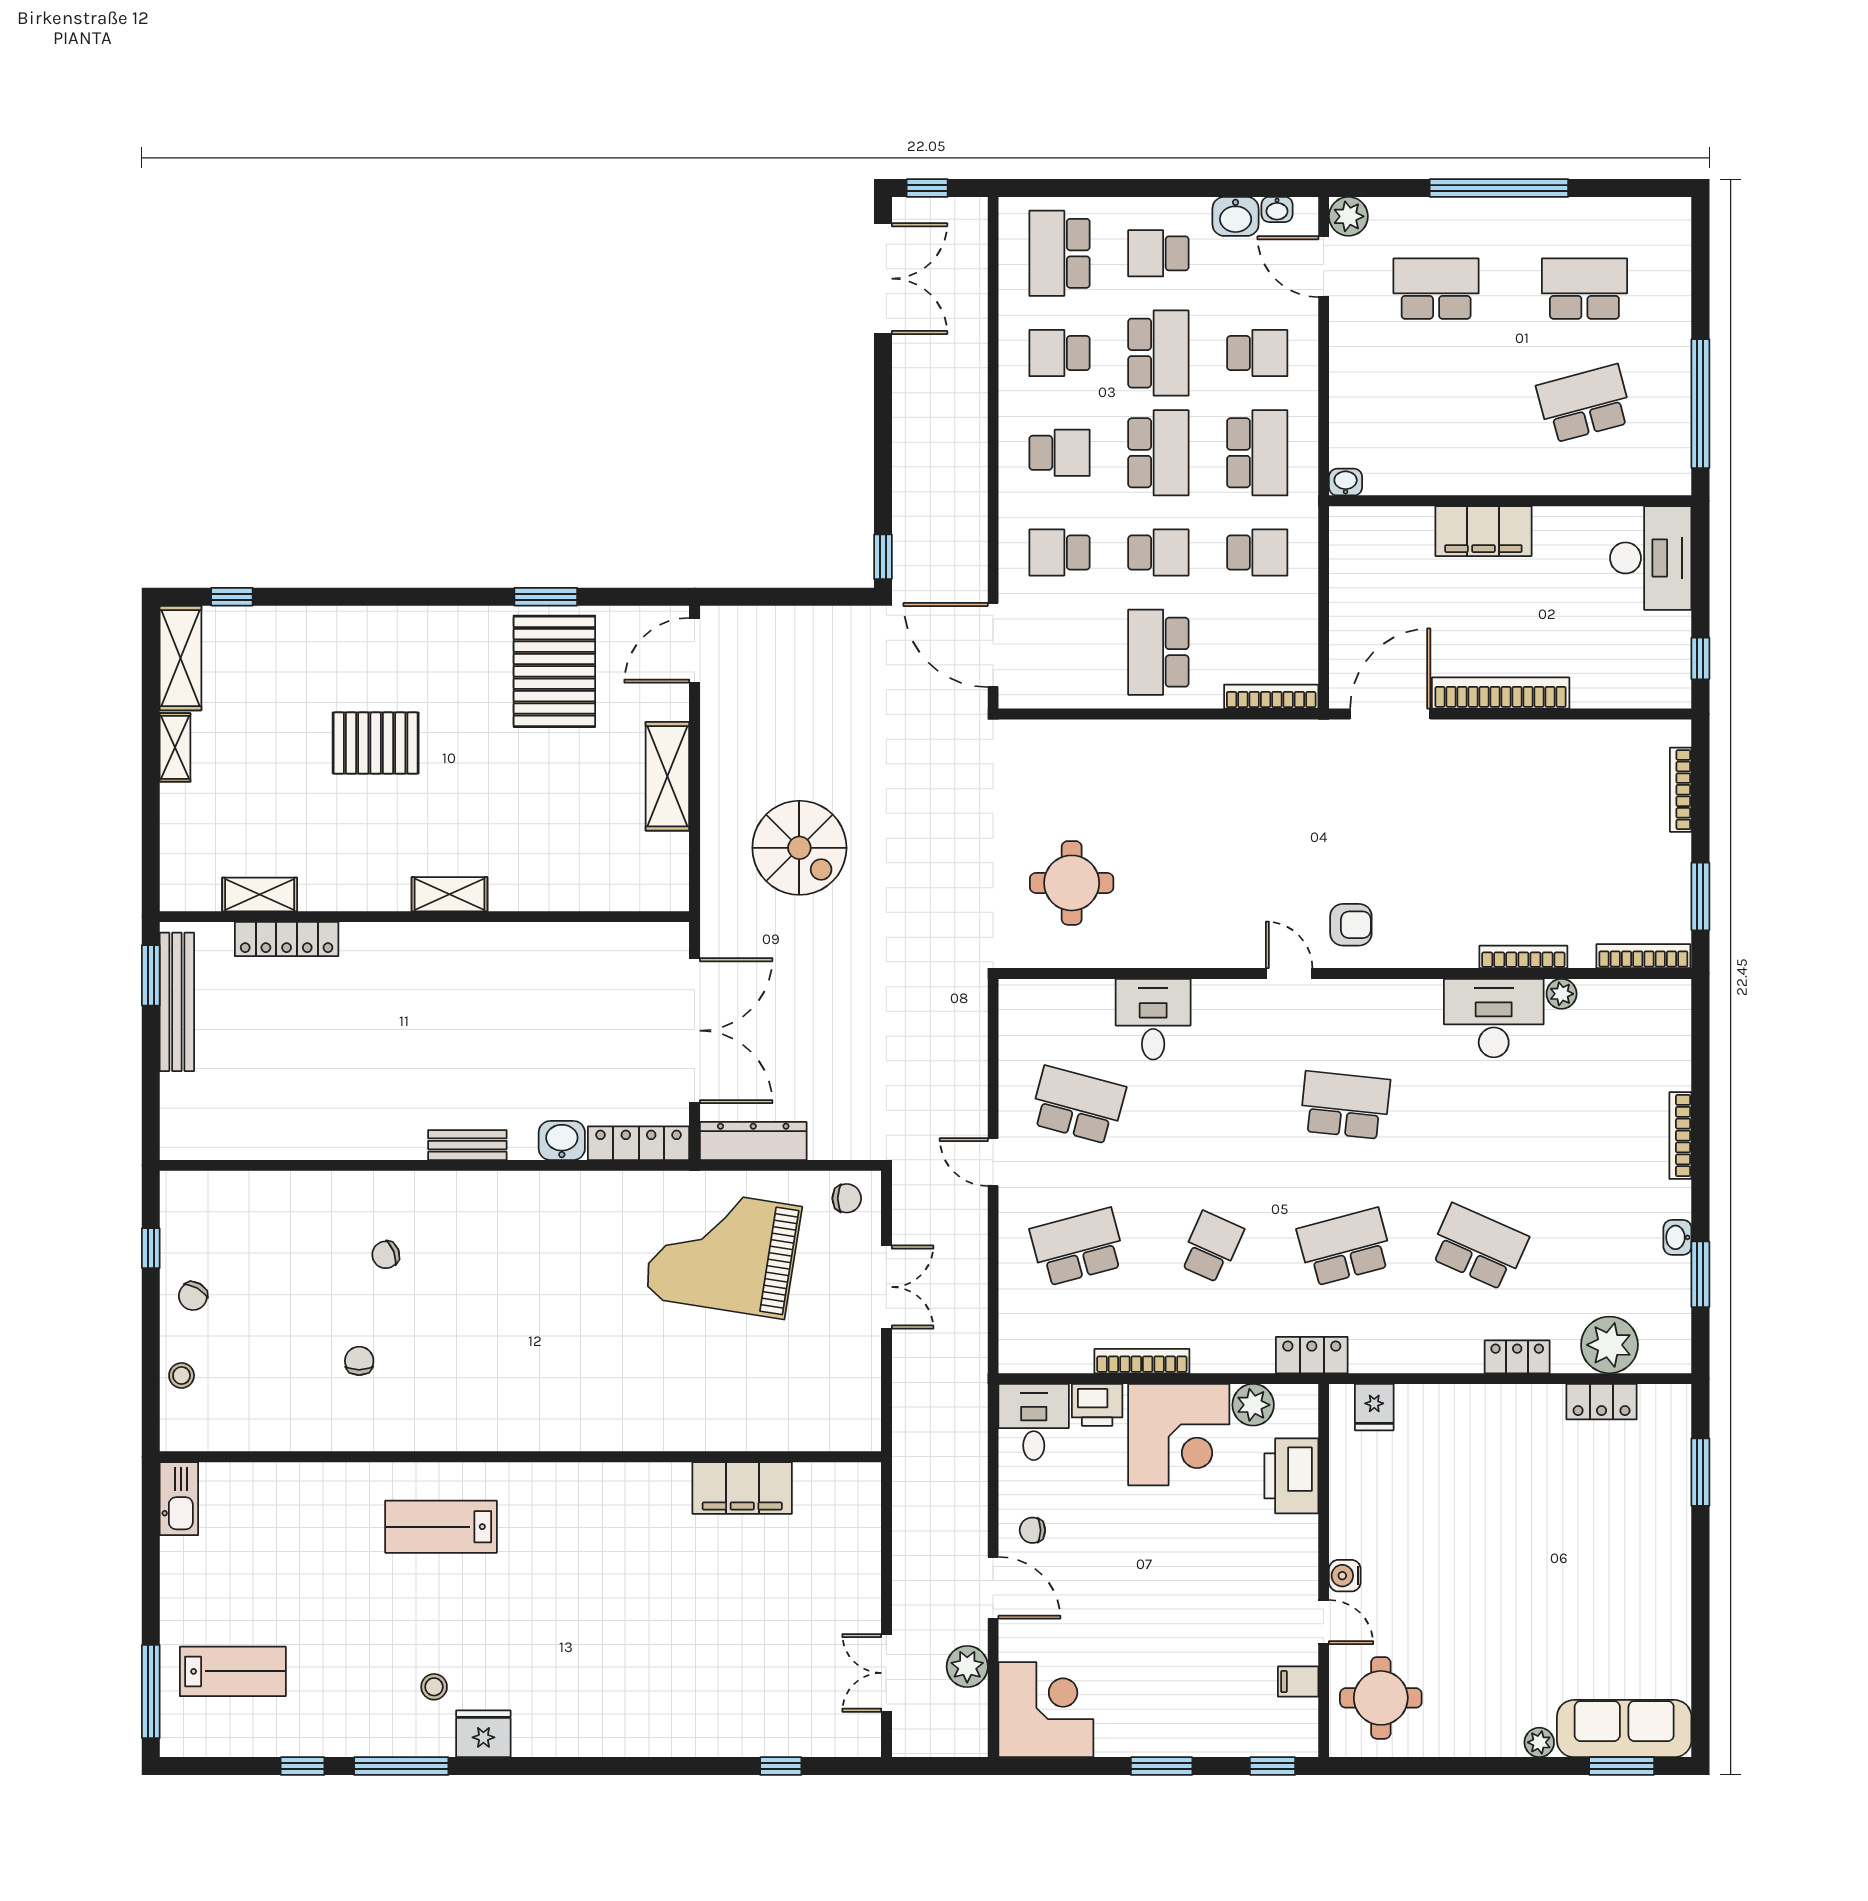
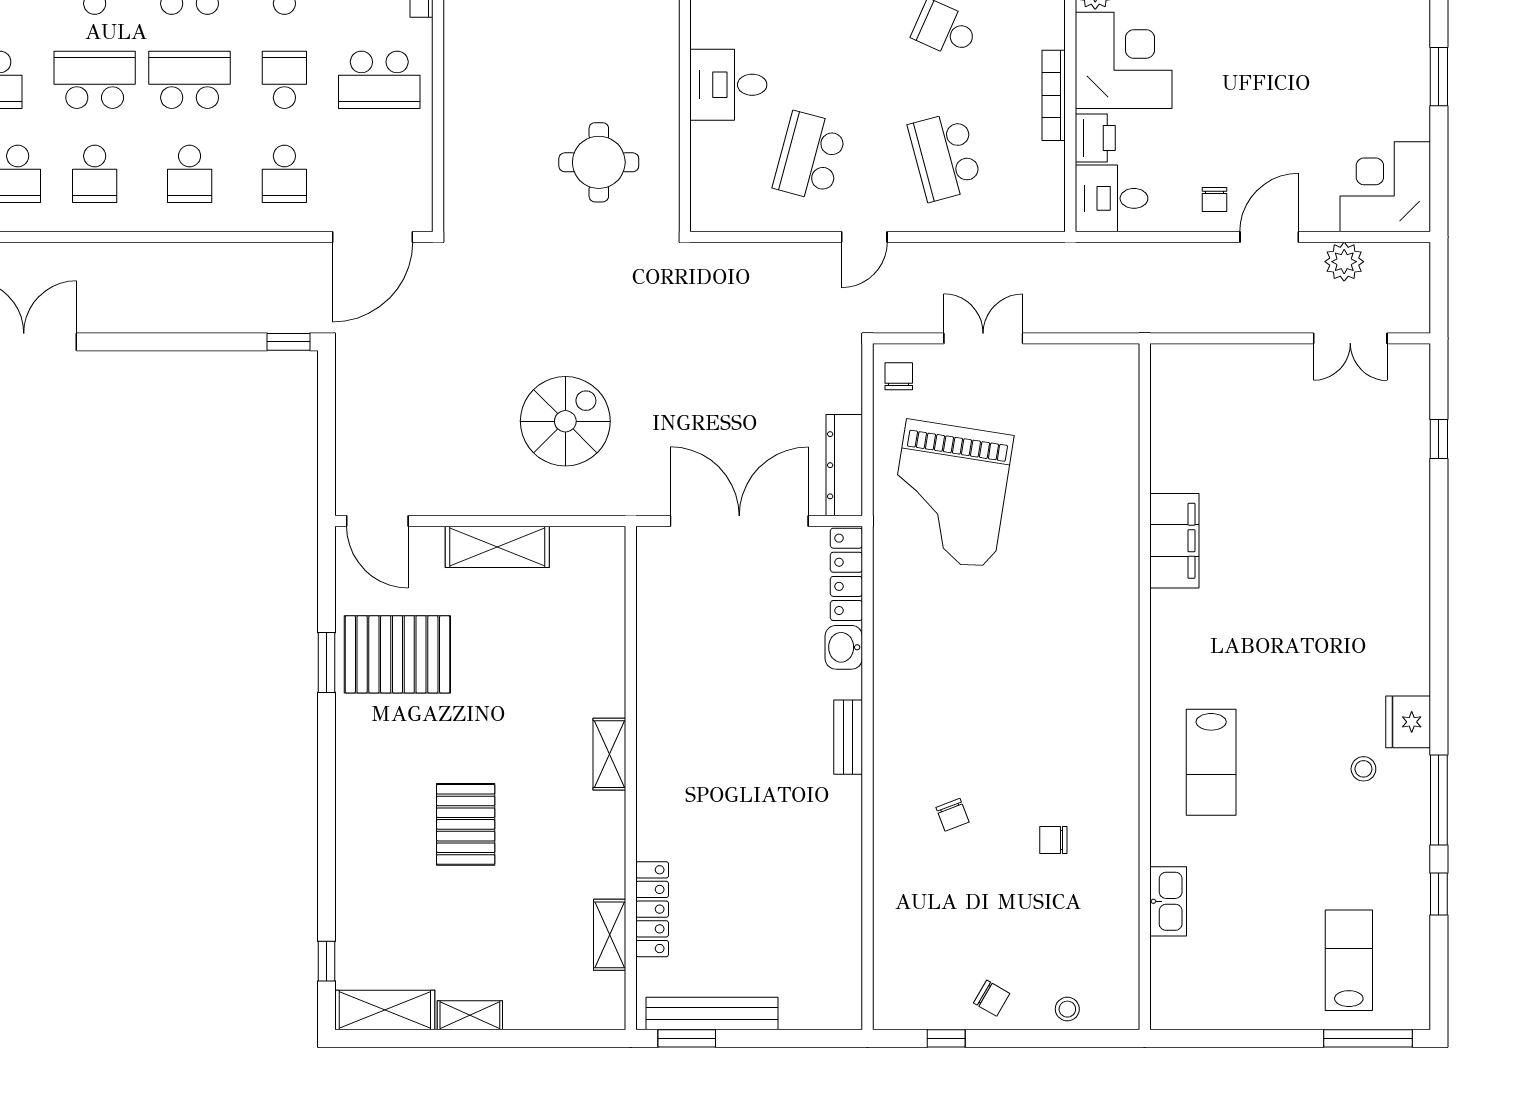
school desk: (1060, 453) -> (190, 174), turned 180
filing cabinet: (742, 1488) -> (1174, 541), moved
kitchen sink: (179, 1499) -> (1168, 901), moved, turned 90

